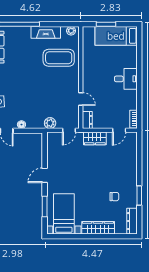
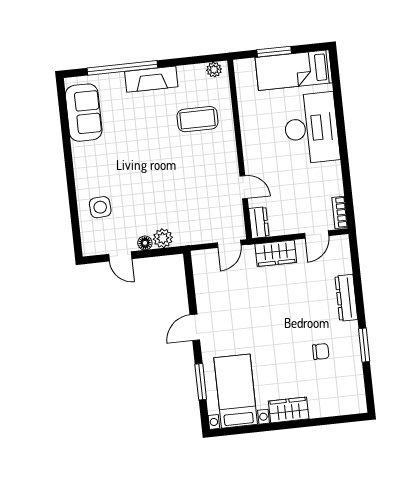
fireplace: (46, 32) -> (151, 79), moved
coffee table: (59, 58) -> (198, 119), width x0.73, depth x0.76
desk: (126, 79) -> (311, 128), width x1.87, depth x1.30
plant: (50, 123) -> (163, 238), moved
dresser: (132, 221) -> (346, 298), moved
wardrobe: (98, 228) -> (289, 410), width x0.67

